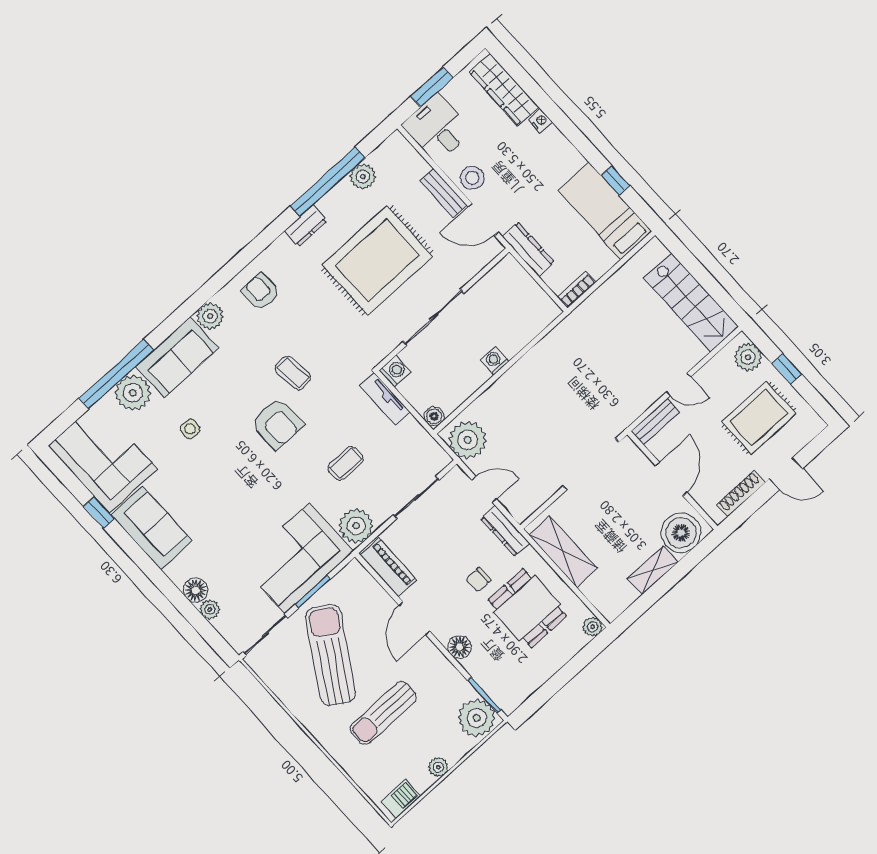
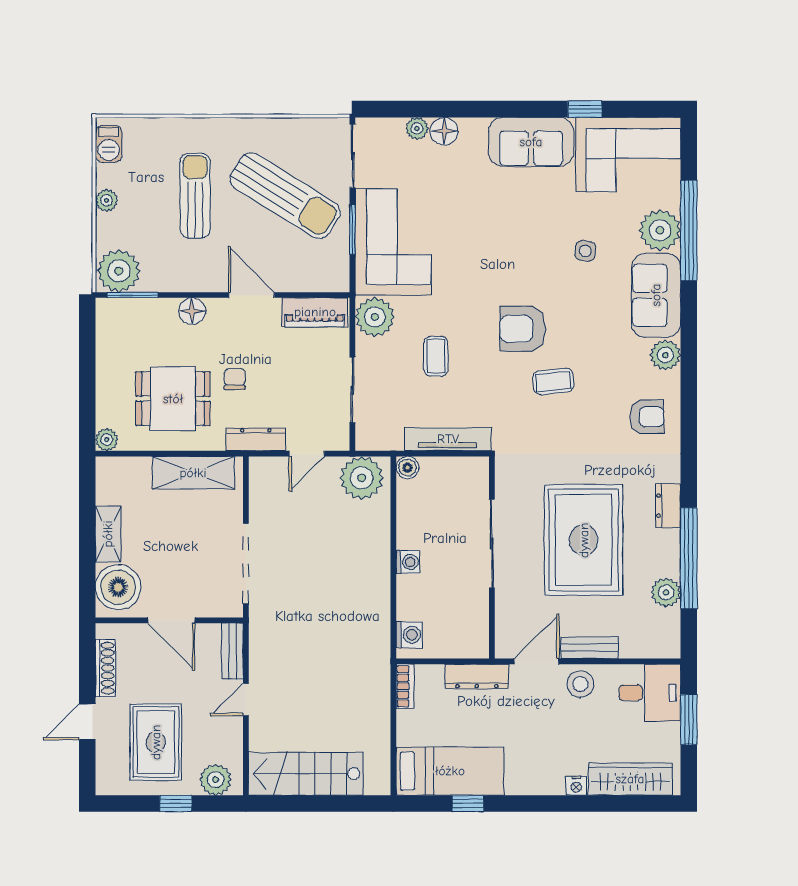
washing machine: (395, 371) -> (409, 635), moved, turned -90
tv unit: (385, 399) -> (448, 439), width x1.41

